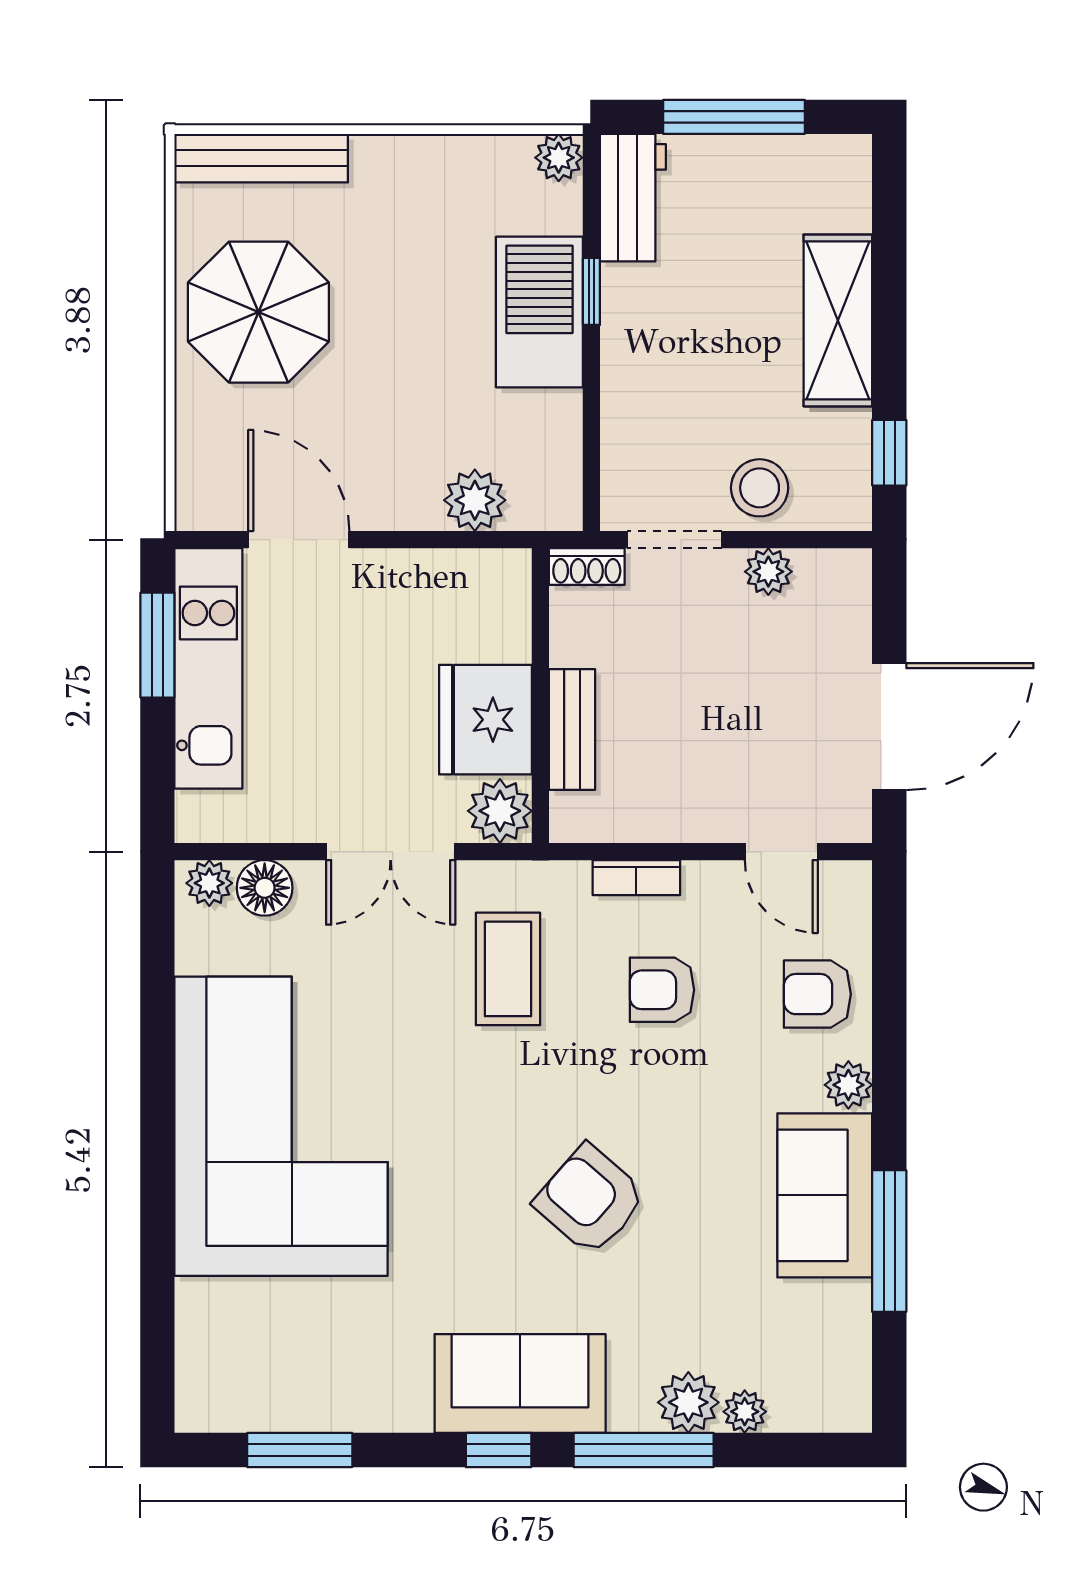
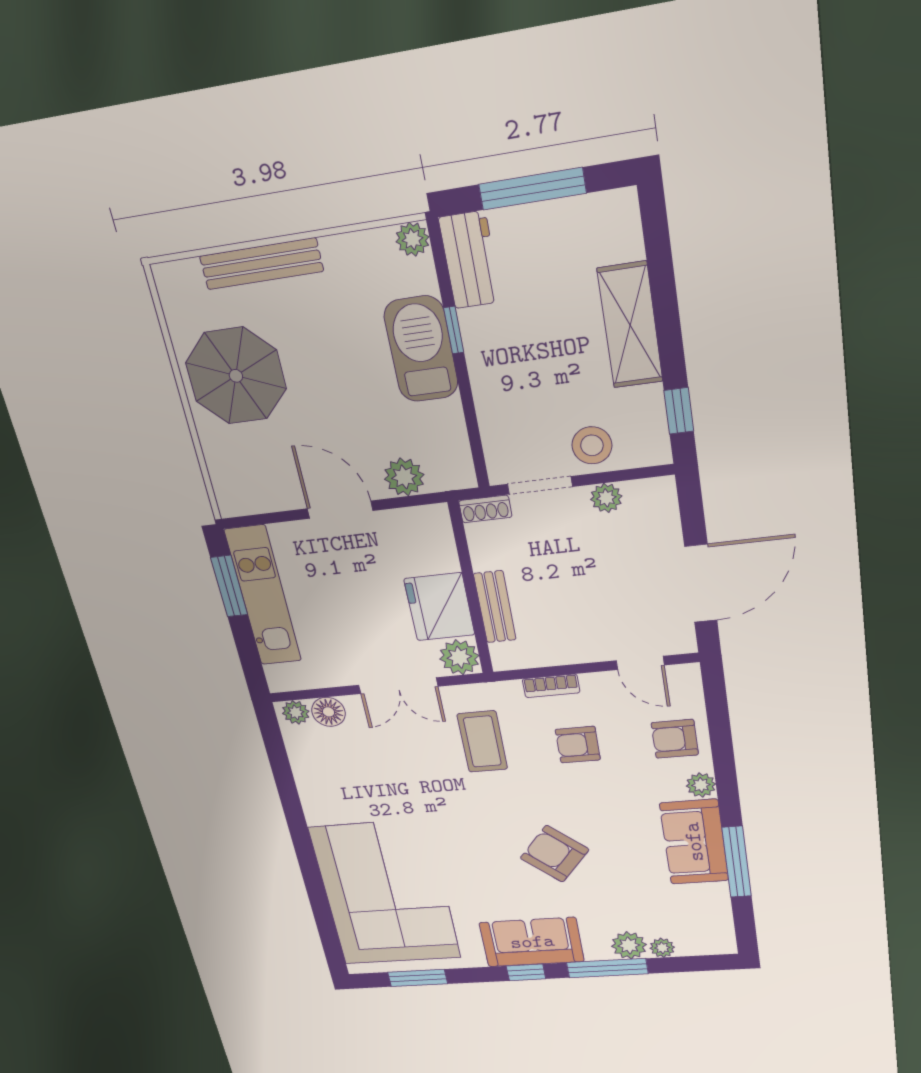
bench: (261, 158) -> (261, 264), moved
door: (299, 540) -> (340, 510), moved
corner sofa: (281, 1126) -> (385, 893), moved

